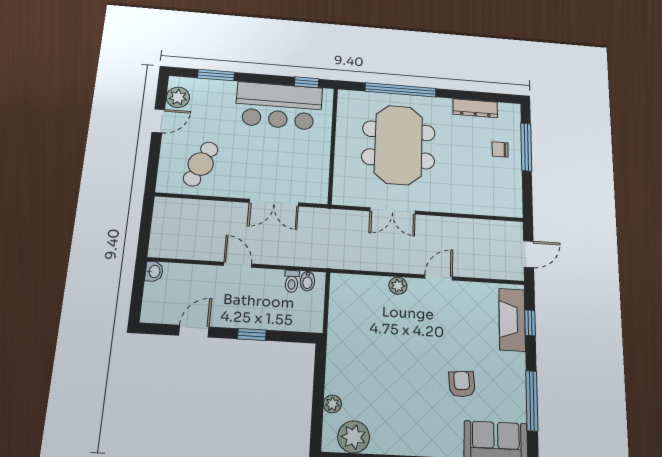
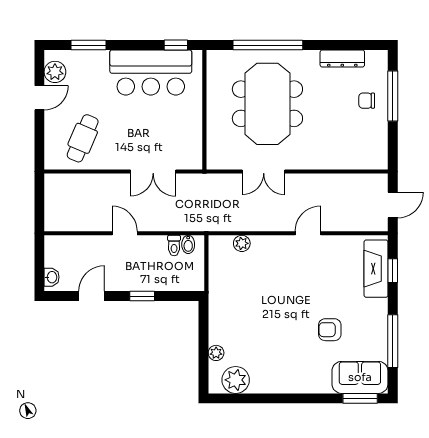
washbasin: (154, 271) -> (52, 277), moved
plant: (398, 286) -> (242, 243), moved
armchair: (462, 384) -> (330, 330), turned -85

